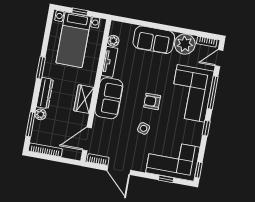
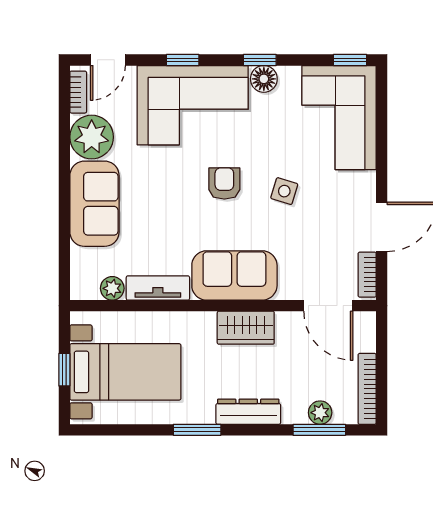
door: (219, 58) -> (108, 60), hinge flipped
window: (213, 93) -> (183, 60), width x0.46
armchair: (152, 101) -> (224, 183), turned 180
plant: (40, 114) -> (320, 413), moved
floor lamp: (197, 128) -> (264, 79), added
window: (166, 179) -> (382, 125), removed

